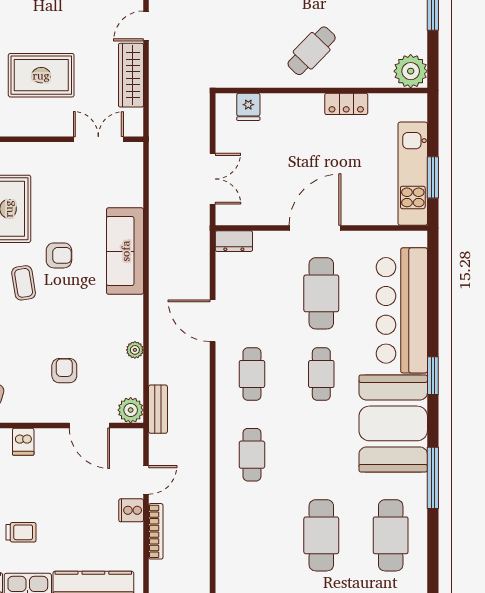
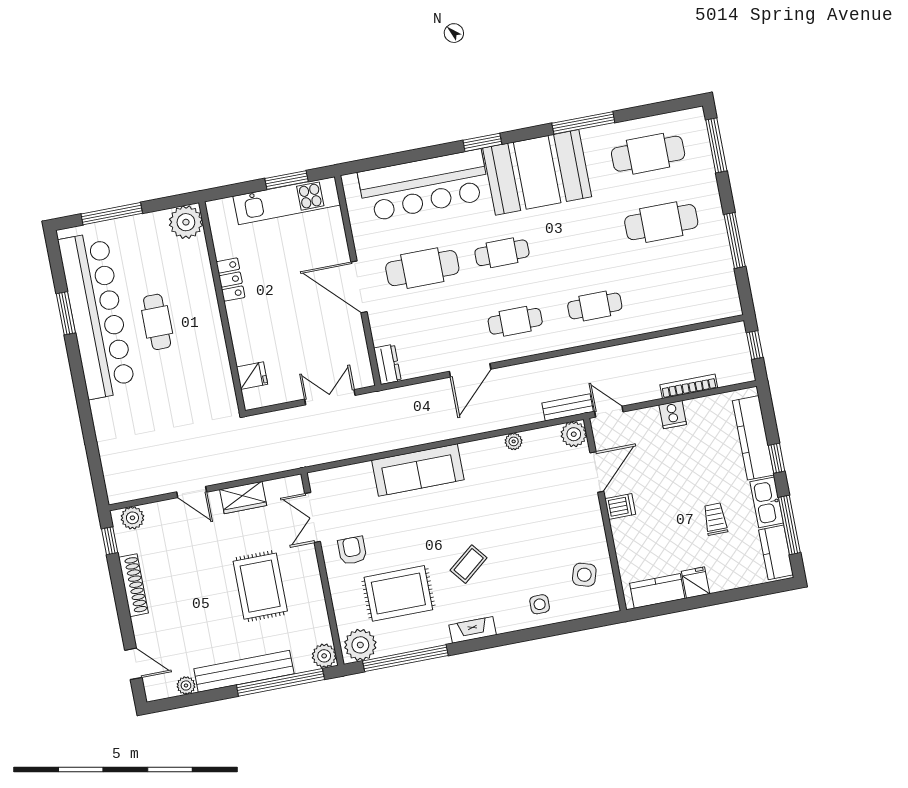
cafe table: (312, 51) -> (157, 322), moved, turned 46
wardrobe: (131, 75) -> (243, 498), width x0.67
armchair: (59, 255) -> (352, 550), moved
coffee table: (24, 283) -> (469, 564), turned -30
armchair: (64, 371) -> (547, 507), removed
dishwasher: (23, 442) -> (620, 506), moved
door: (146, 480) -> (609, 412), moved

